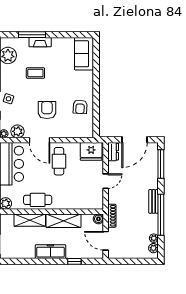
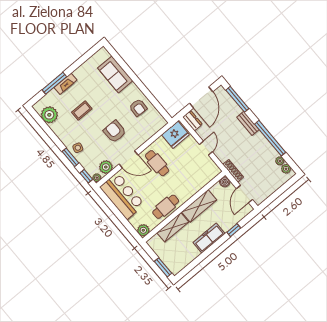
sofa: (84, 54) -> (115, 74), moved
bench: (154, 201) -> (248, 123), moved
door: (106, 241) -> (245, 194), hinge flipped

